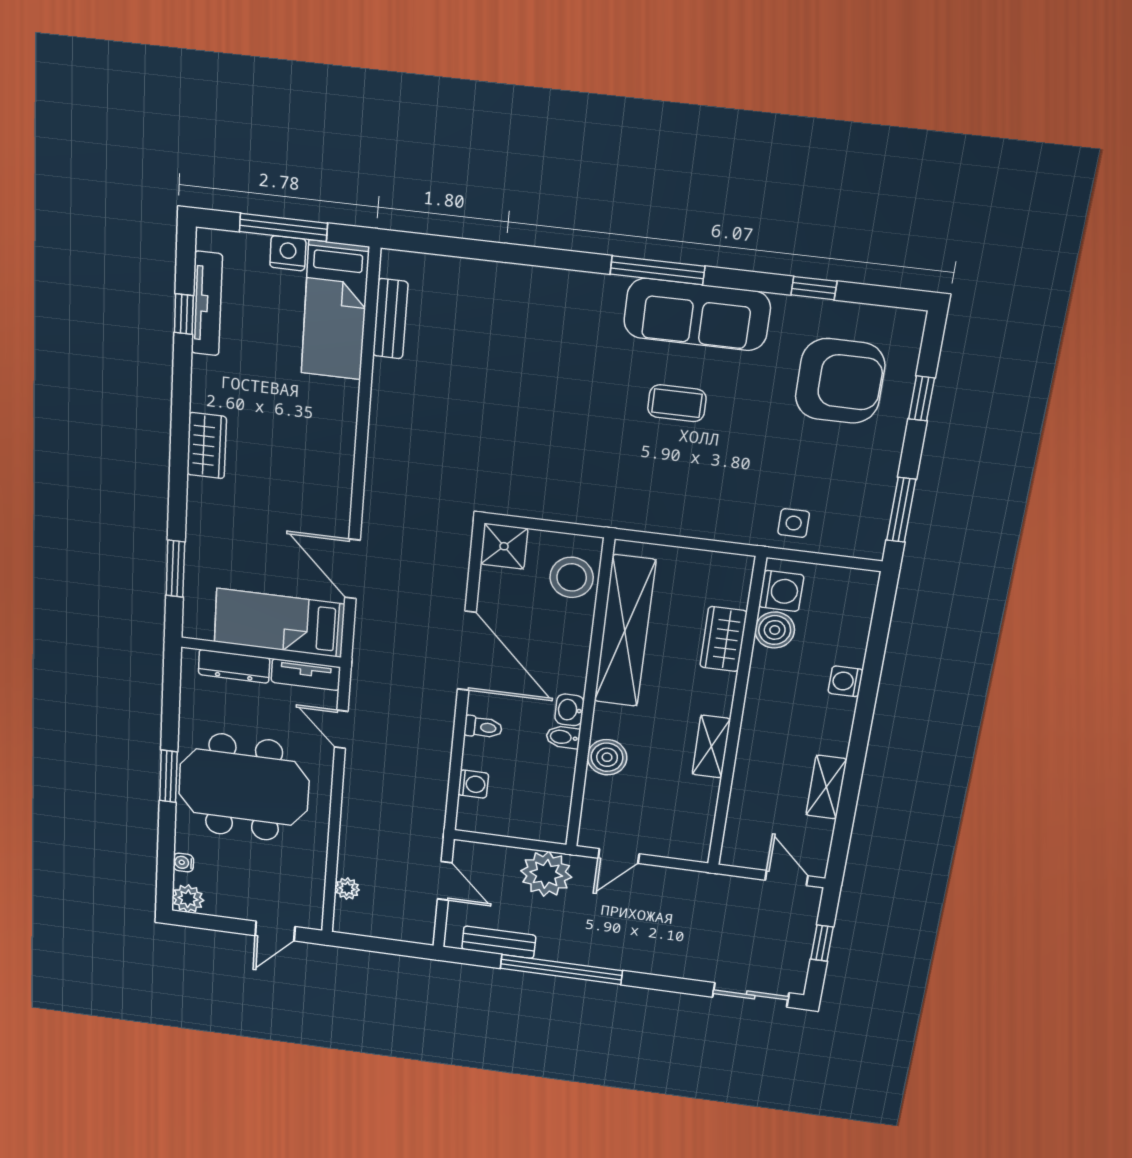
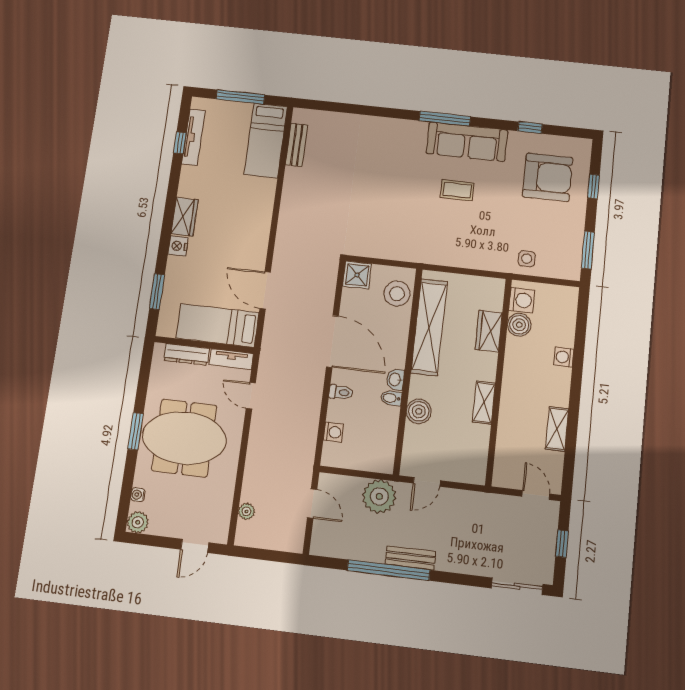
nightstand: (288, 253) -> (178, 246), moved, turned -90
bench: (499, 942) -> (410, 558), moved

